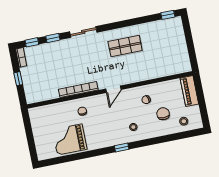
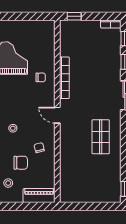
window: (18, 79) -> (74, 16), moved

